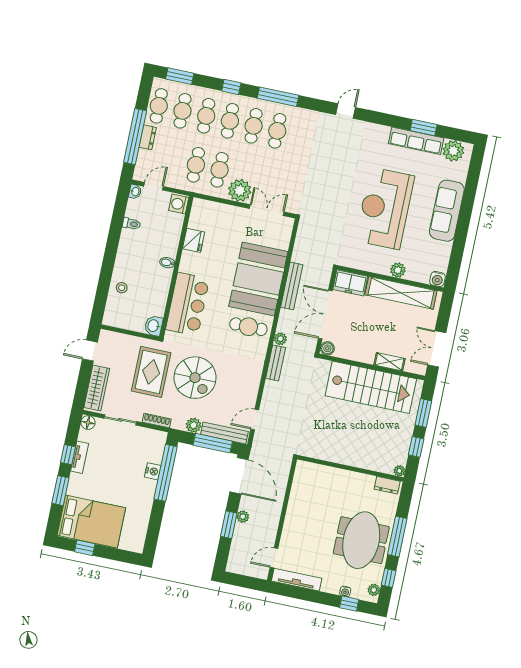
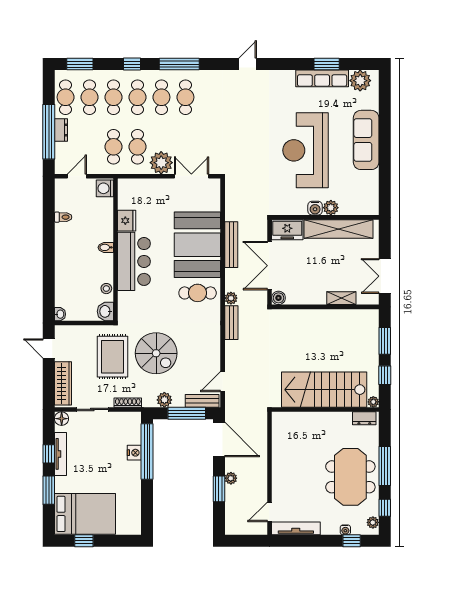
washbasin: (135, 192) -> (60, 314), moved
water cooler: (437, 279) -> (315, 208), moved
stool: (122, 288) -> (106, 289), moved
bar counter: (188, 304) -> (134, 261), moved
door: (90, 351) -> (49, 348), hinge flipped
stairs: (371, 387) -> (324, 390), moved, turned 180
bench: (224, 433) -> (202, 401), width x0.73
tv unit: (80, 457) -> (60, 454), width x1.41

